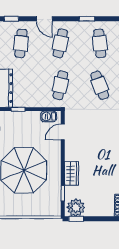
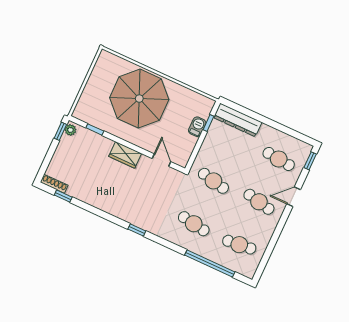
window: (87, 19) -> (272, 243), removed
cafe table: (100, 85) -> (194, 224), turned 30
barbecue: (49, 117) -> (197, 127), moved
wardrobe: (71, 173) -> (125, 155), moved
plant: (76, 208) -> (70, 130), width x0.53, depth x0.53

